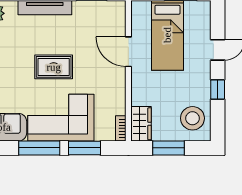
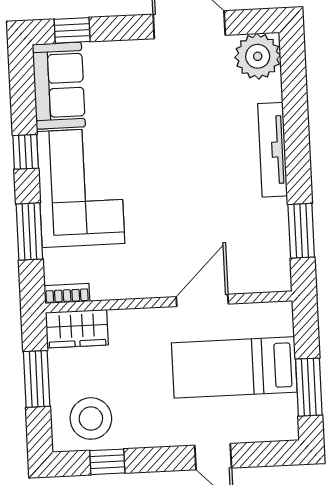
rug: (54, 67) -> (169, 170), removed
window: (218, 89) -> (107, 462), moved
window: (39, 148) -> (26, 152), width x0.46

